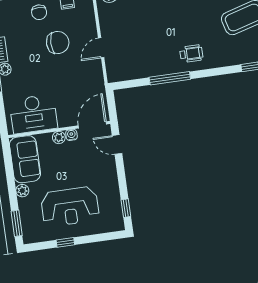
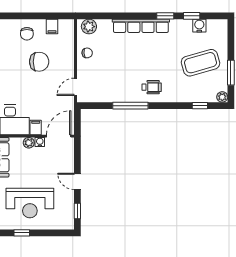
chair: (112, 25) -> (87, 53), added
door: (101, 48) -> (75, 87), moved
filing cabinet: (64, 119) -> (36, 127), added
door: (117, 144) -> (77, 181), moved

